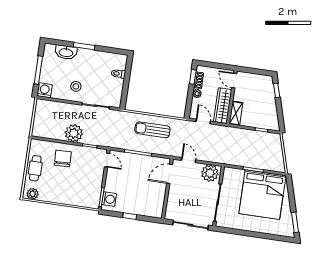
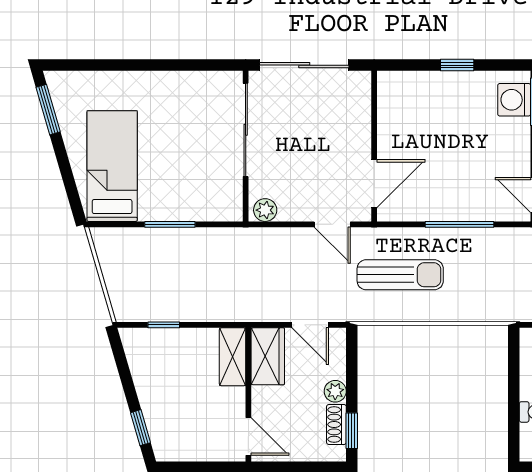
wardrobe: (223, 106) -> (268, 356), width x0.67
sun lounger: (152, 130) -> (400, 275), moved
plant: (210, 173) -> (265, 210), width x0.53, depth x0.53
bed: (262, 195) -> (112, 166), width x0.49

